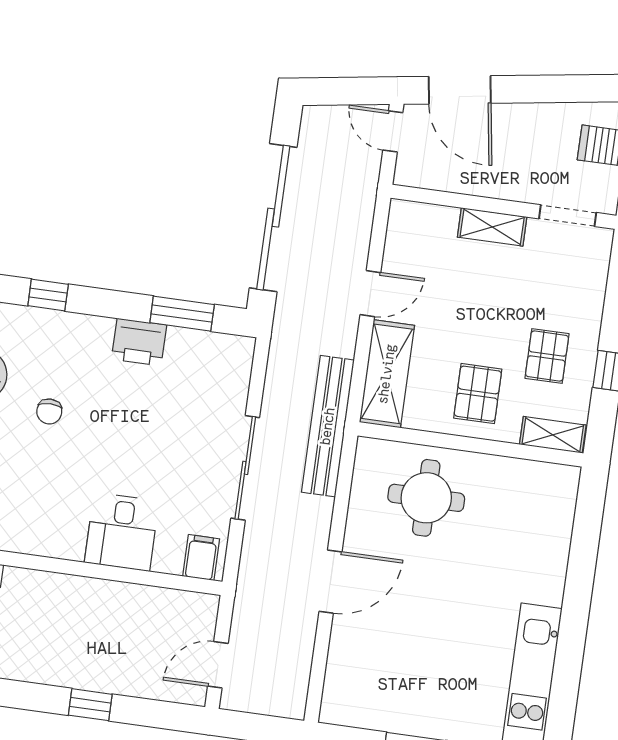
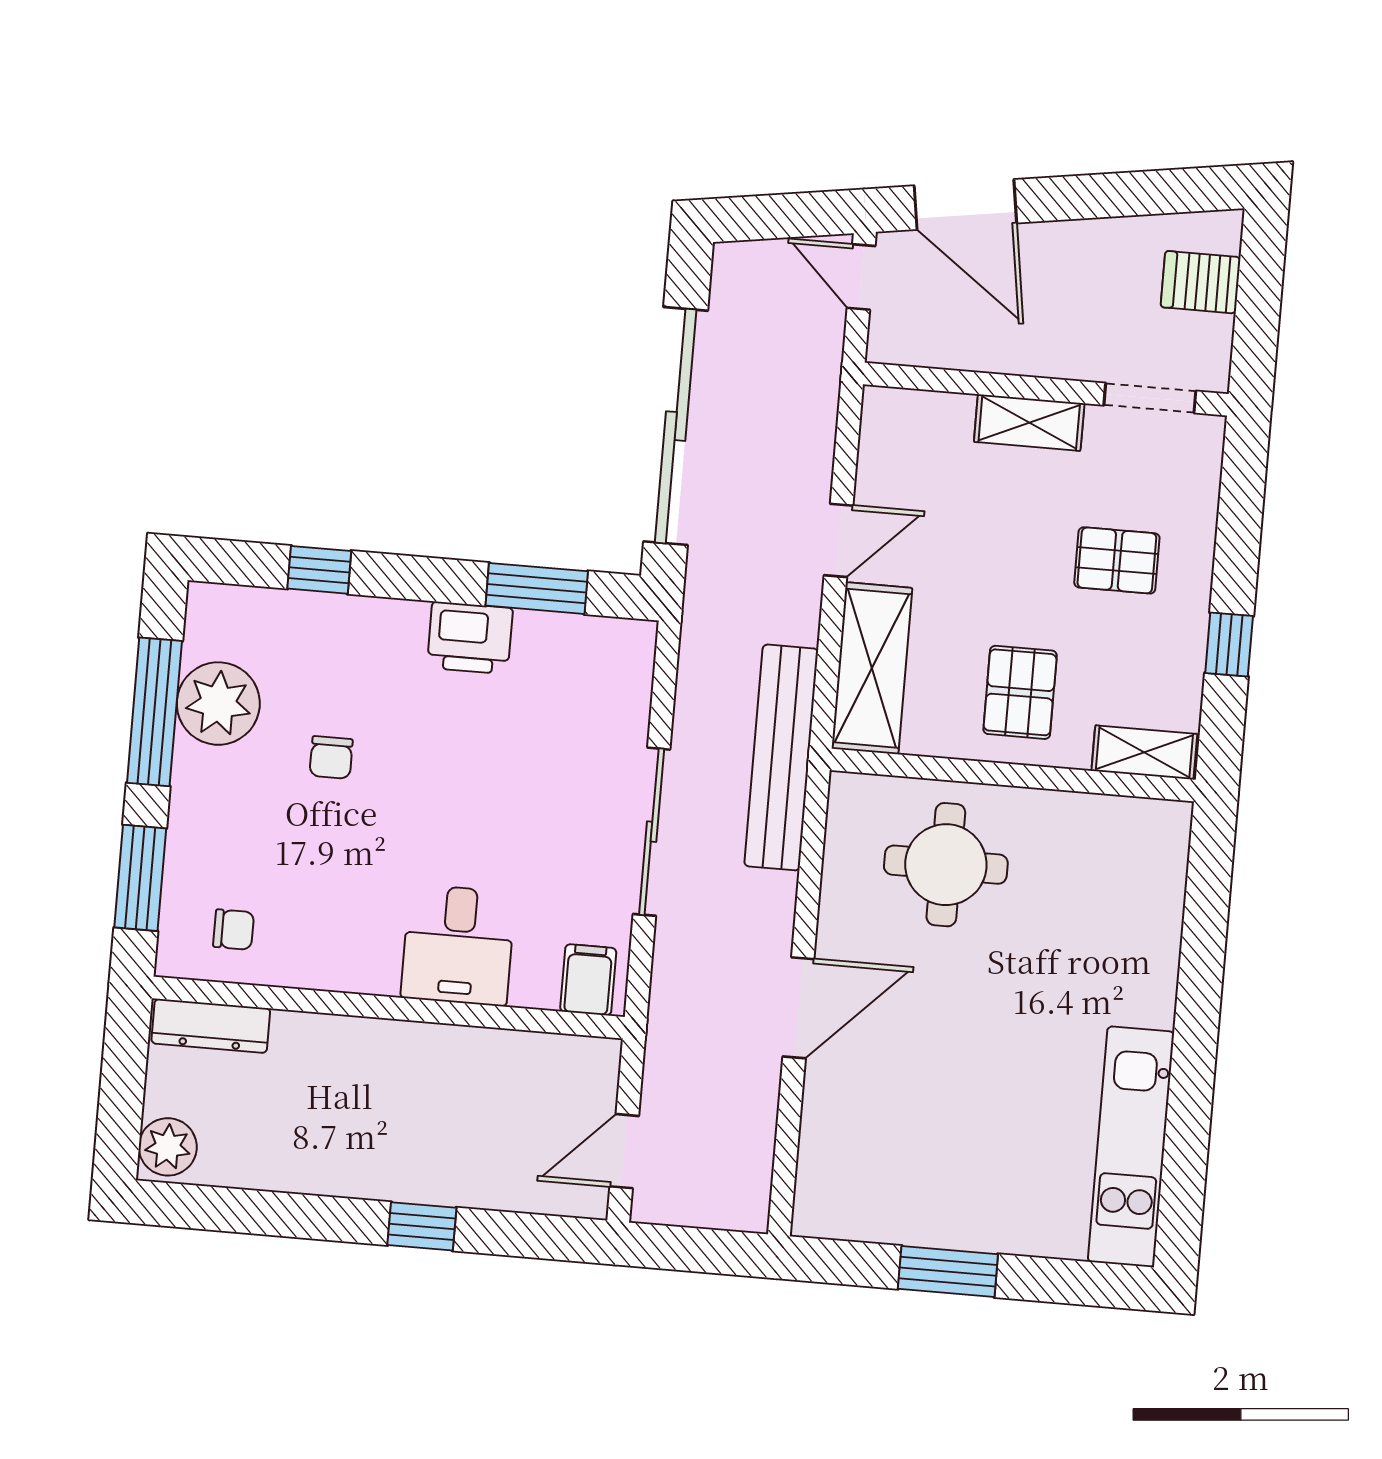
pallet: (547, 356) -> (1117, 560), moved, turned 90

